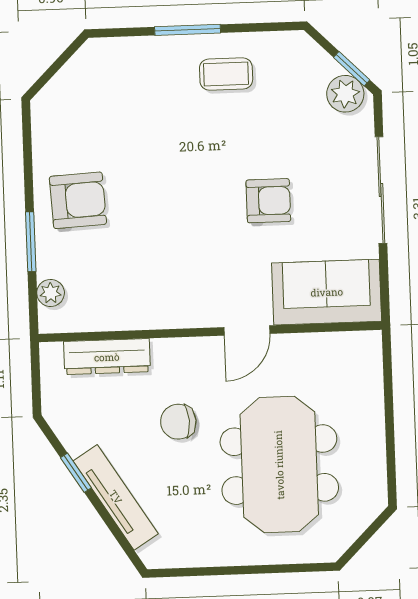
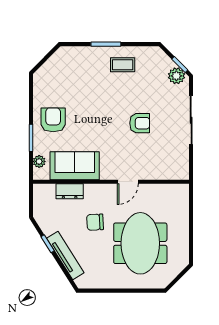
armchair: (78, 200) -> (53, 120), turned -87
sofa: (327, 292) -> (75, 166), moved
dresser: (107, 357) -> (70, 191), width x0.70

